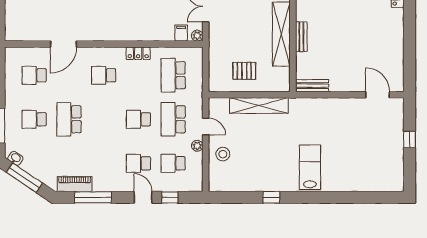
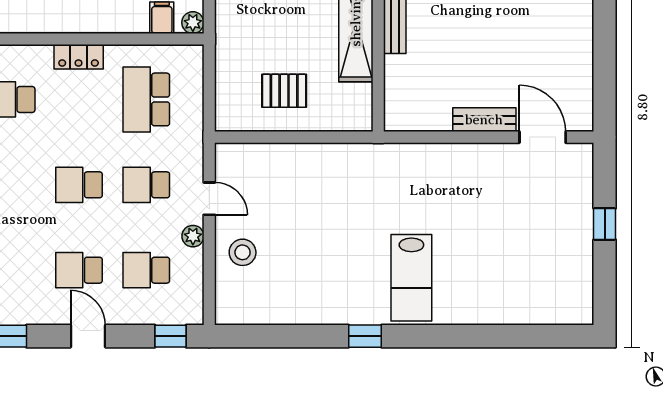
bench: (312, 86) -> (484, 120), moved
shelving: (259, 105) -> (313, 158), removed
school desk: (173, 119) -> (146, 185), width x0.54
lab bench: (310, 167) -> (411, 278), turned 180
window: (170, 197) -> (170, 336), moved
window: (271, 197) -> (365, 336), moved

